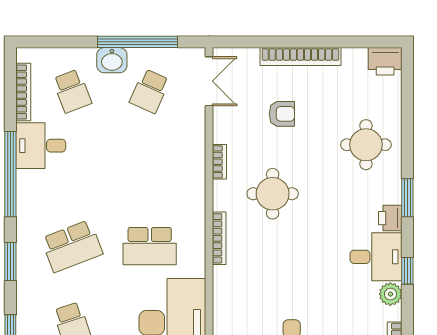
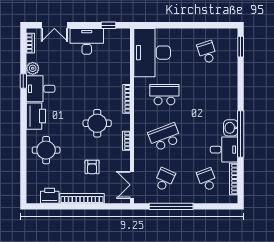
washbasin: (112, 60) -> (231, 128), moved, turned -90
printer: (385, 61) -> (50, 196), moved
armchair: (282, 114) -> (92, 167), turned -90
window: (407, 198) -> (23, 121), removed
printer: (390, 218) -> (36, 116), width x1.87, depth x1.48
school desk: (72, 246) -> (164, 137), moved
window: (10, 261) -> (241, 86), removed

